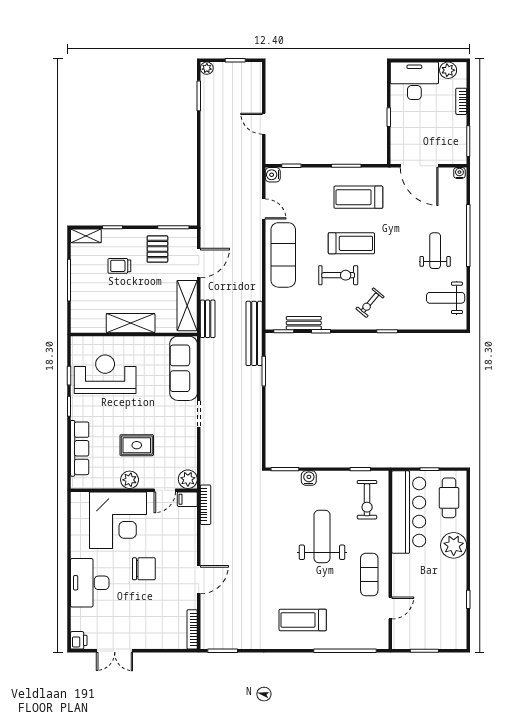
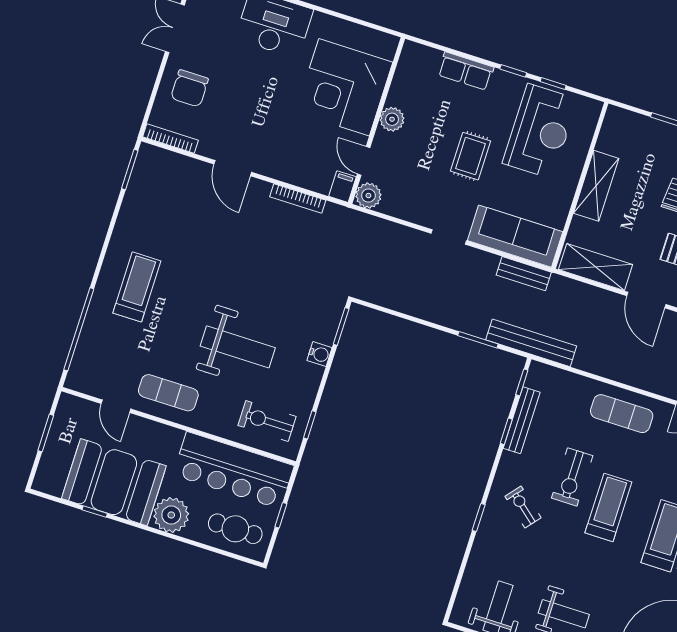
treadmill: (351, 243) -> (608, 507), turned 180
exercise mat: (283, 255) -> (622, 414), width x0.73, depth x0.69
bench: (208, 319) -> (524, 274), moved
bench: (304, 323) -> (522, 420), width x1.36
rug: (137, 445) -> (470, 156), moved
row of seats: (80, 448) -> (466, 71), width x0.68
bookcase: (206, 505) -> (298, 198), moved
chair: (144, 569) -> (190, 88), moved
booth: (443, 593) -> (114, 482), added

